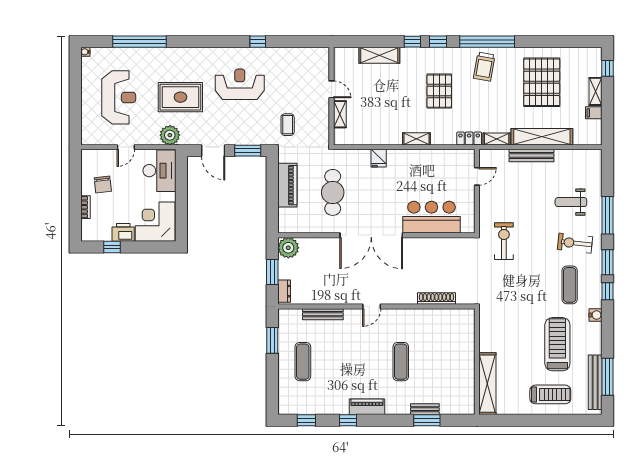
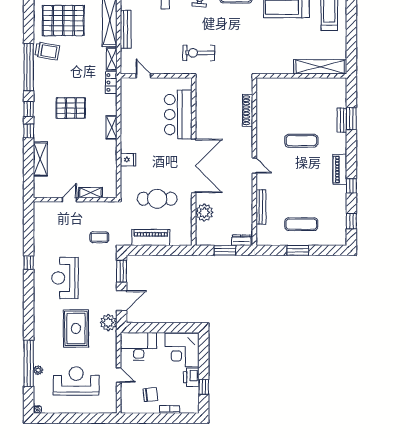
plant: (132, 53) -> (38, 370), added
trolley: (484, 67) -> (47, 51), moved
plant: (170, 135) -> (108, 323), moved
plant: (288, 248) -> (204, 213), moved
window: (272, 340) -> (298, 250), moved

